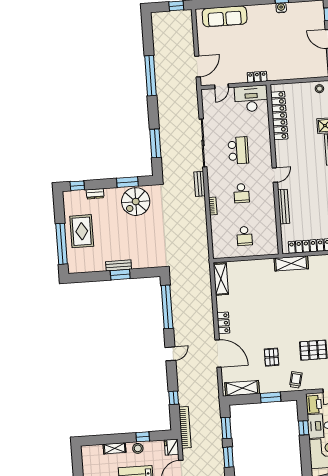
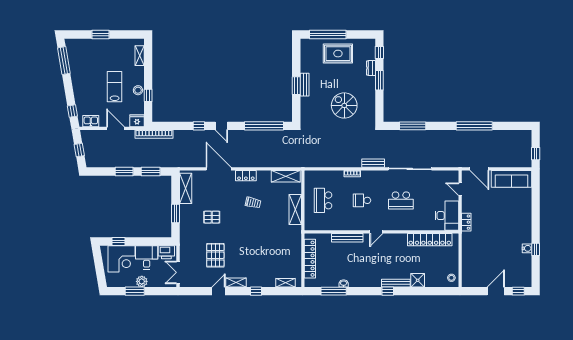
sofa: (225, 16) -> (512, 179), moved, turned -90
door: (275, 175) -> (376, 232), hinge flipped
window: (127, 182) -> (379, 80), moved
spiral stairs: (136, 202) -> (344, 105), moved
school desk: (244, 236) -> (323, 200), width x1.85
shelving: (291, 263) -> (295, 209), moved
door: (218, 353) -> (219, 169), swing flipped
trolley: (296, 380) -> (253, 203), moved
window: (174, 398) -> (199, 126), moved
window: (304, 428) -> (119, 241), moved
shelving: (115, 448) -> (140, 56), moved

